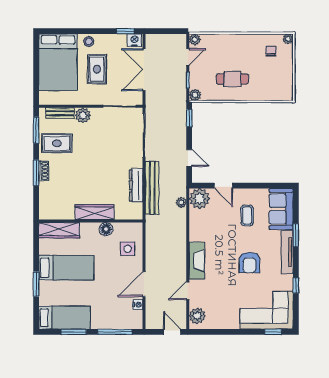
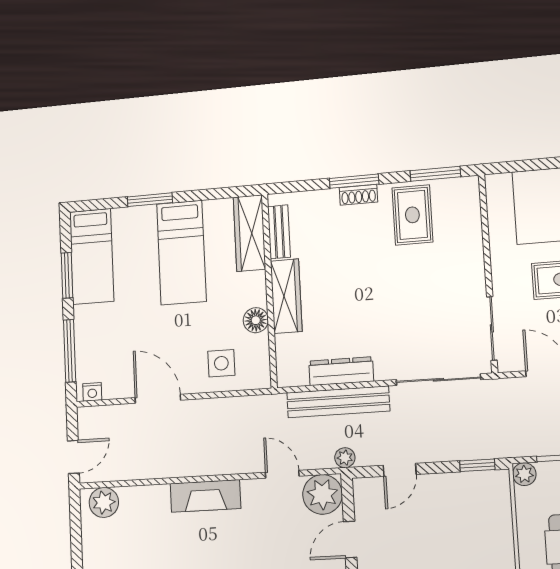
bench: (60, 113) -> (279, 232), moved
plant: (83, 115) -> (470, 260), removed
plant: (181, 202) -> (345, 458), moved
door: (188, 291) -> (282, 474), moved
nightstand: (138, 305) -> (92, 392), moved

